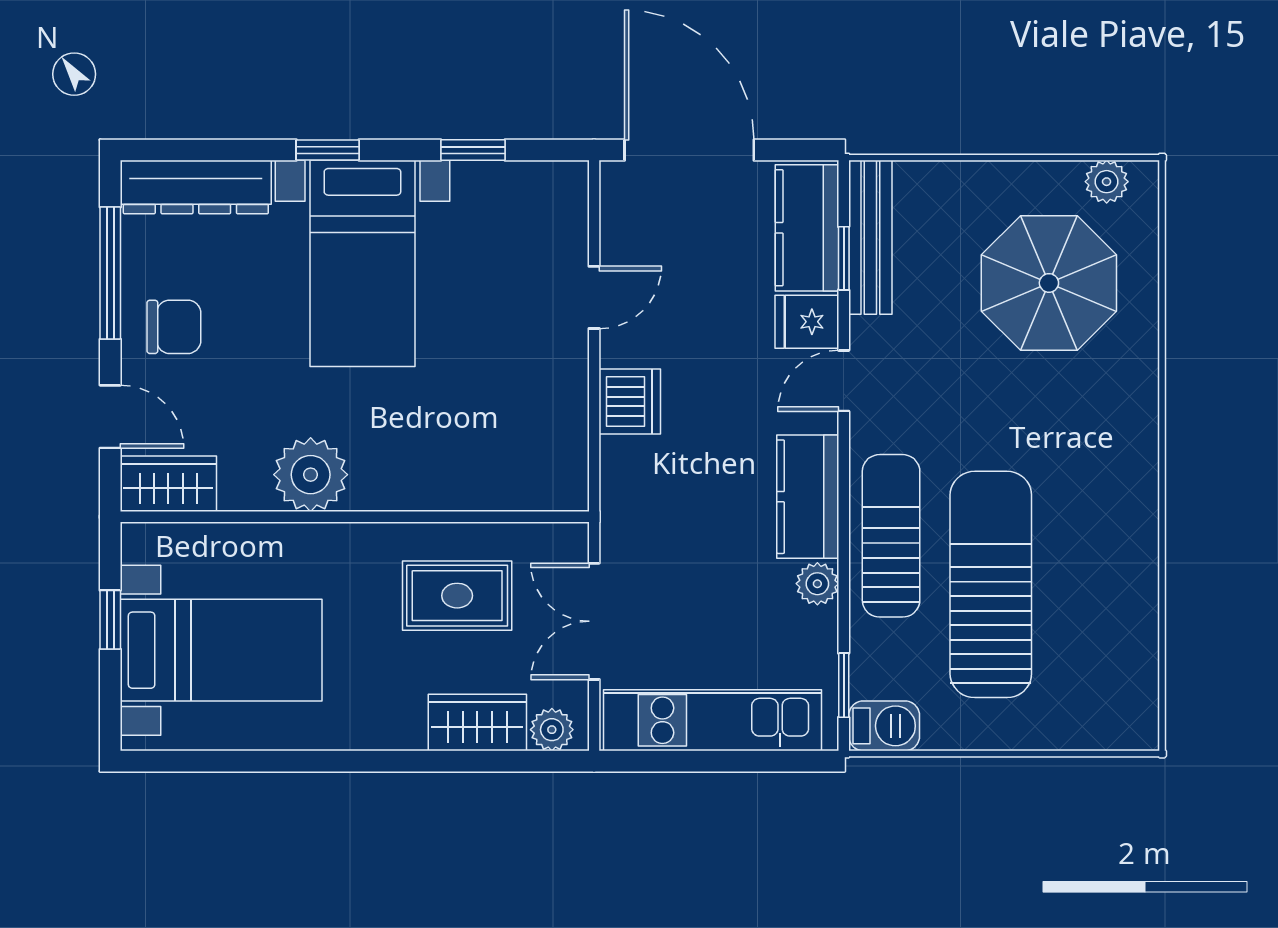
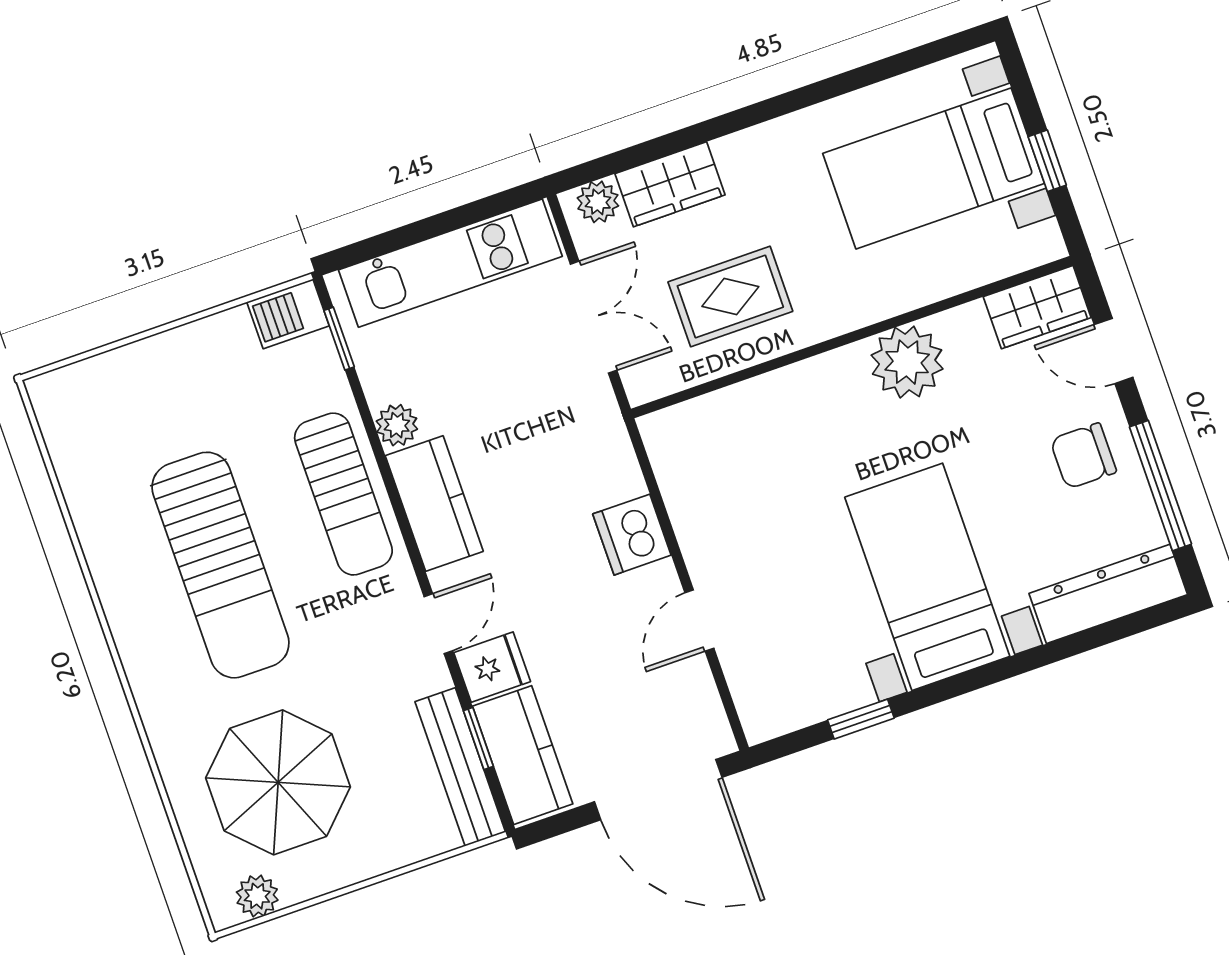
window: (328, 150) -> (997, 672), removed
sun lounger: (991, 584) -> (220, 565), moved

